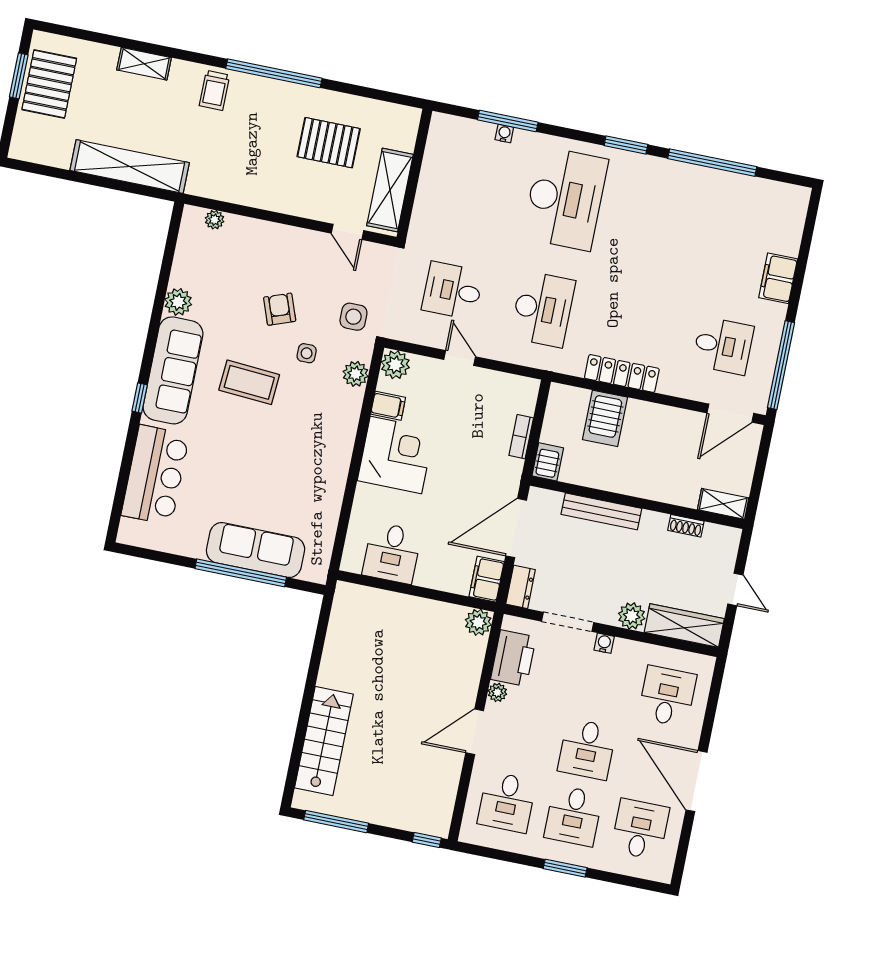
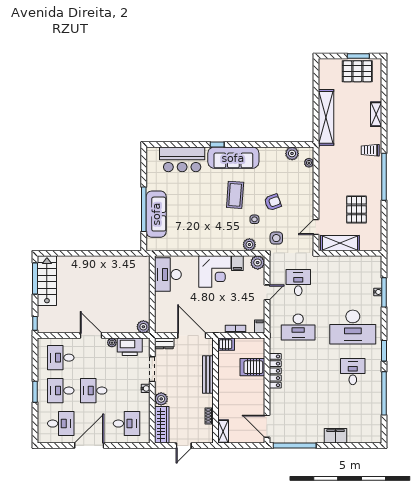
plant: (178, 302) -> (292, 153), moved
desk: (723, 346) -> (353, 372), moved, turned 180
desk: (392, 553) -> (168, 274), width x1.37
filing cabinet: (487, 579) -> (260, 327), moved, width x0.50
stairs: (324, 741) -> (47, 281), moved, turned -90

